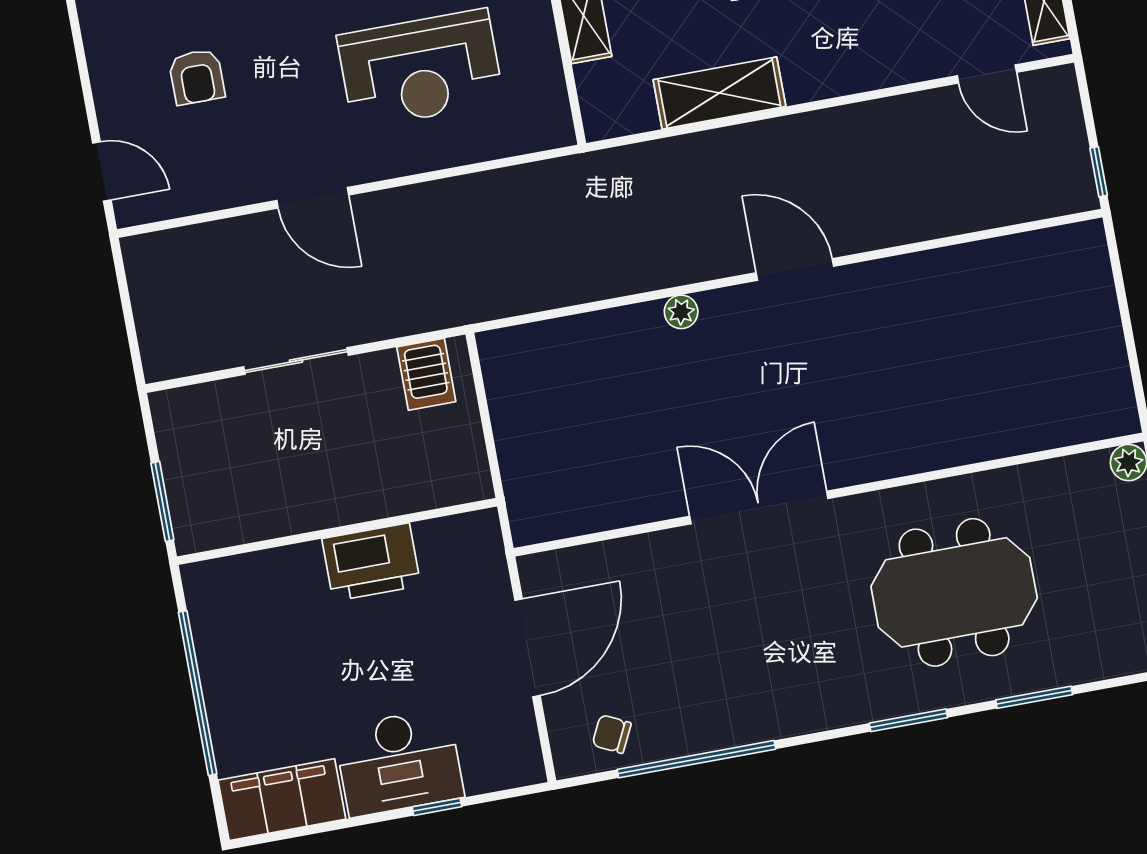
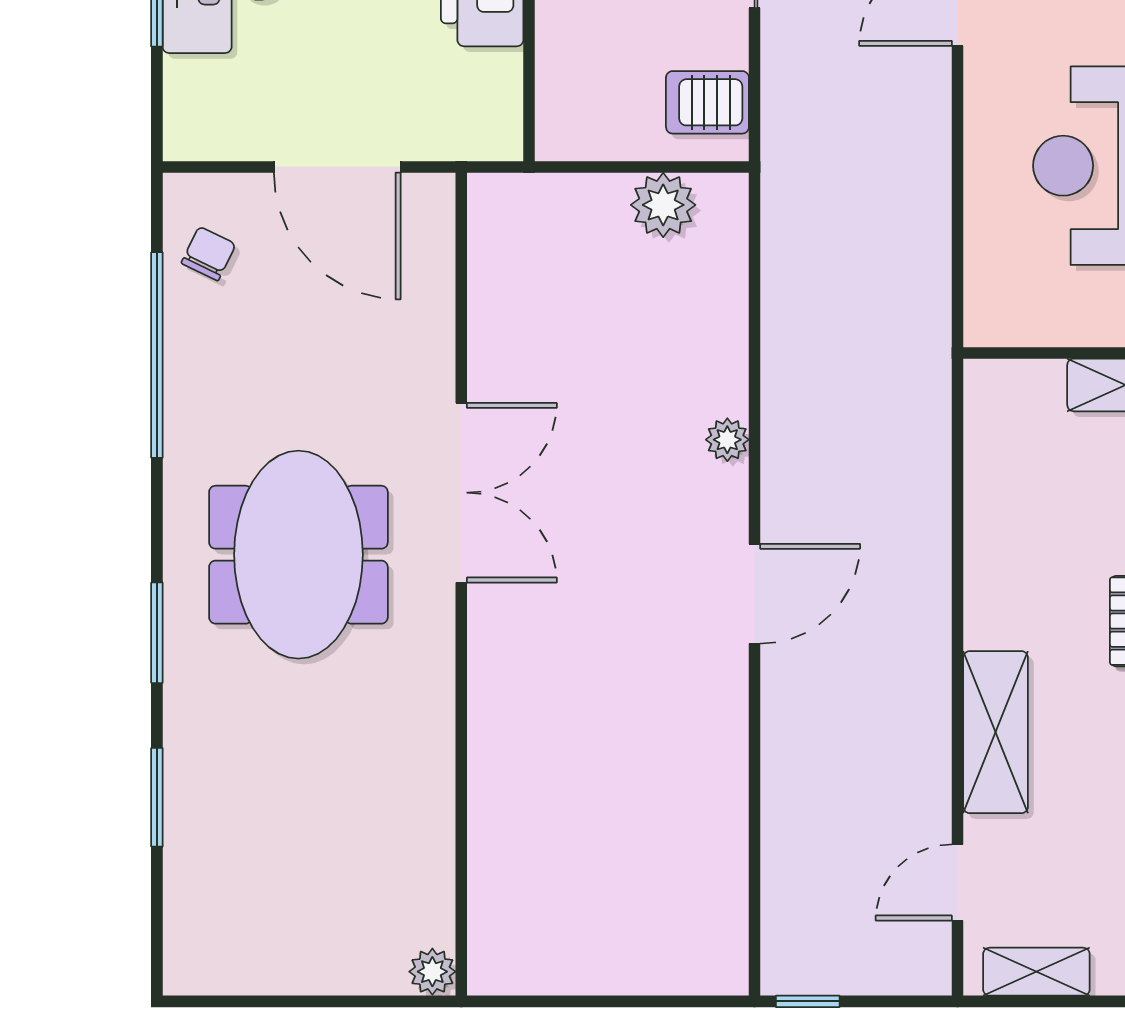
shelving: (719, 93) -> (996, 732), moved
plant: (511, 394) -> (663, 205), added
meeting table: (954, 592) -> (298, 555), moved

